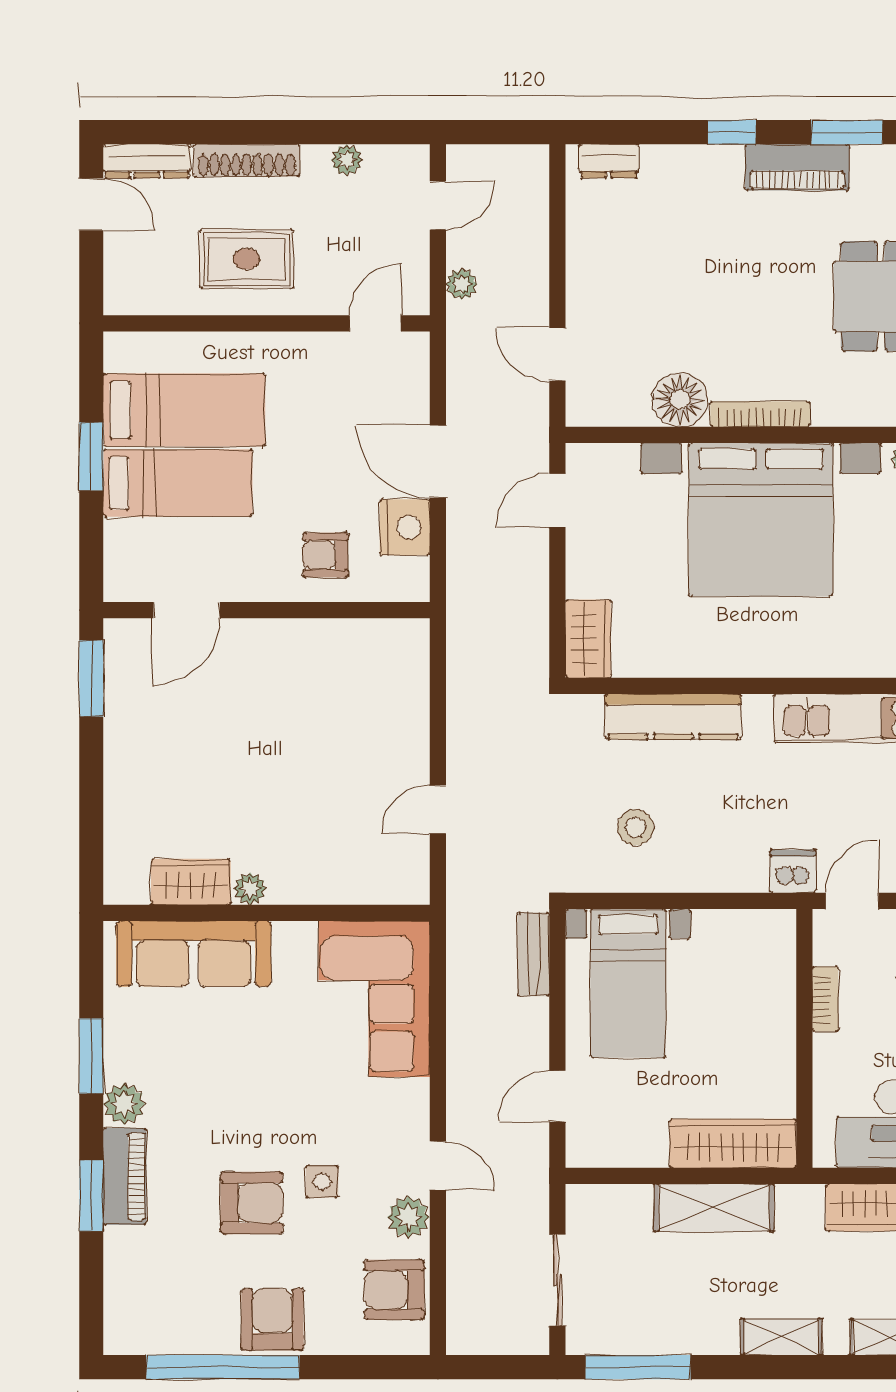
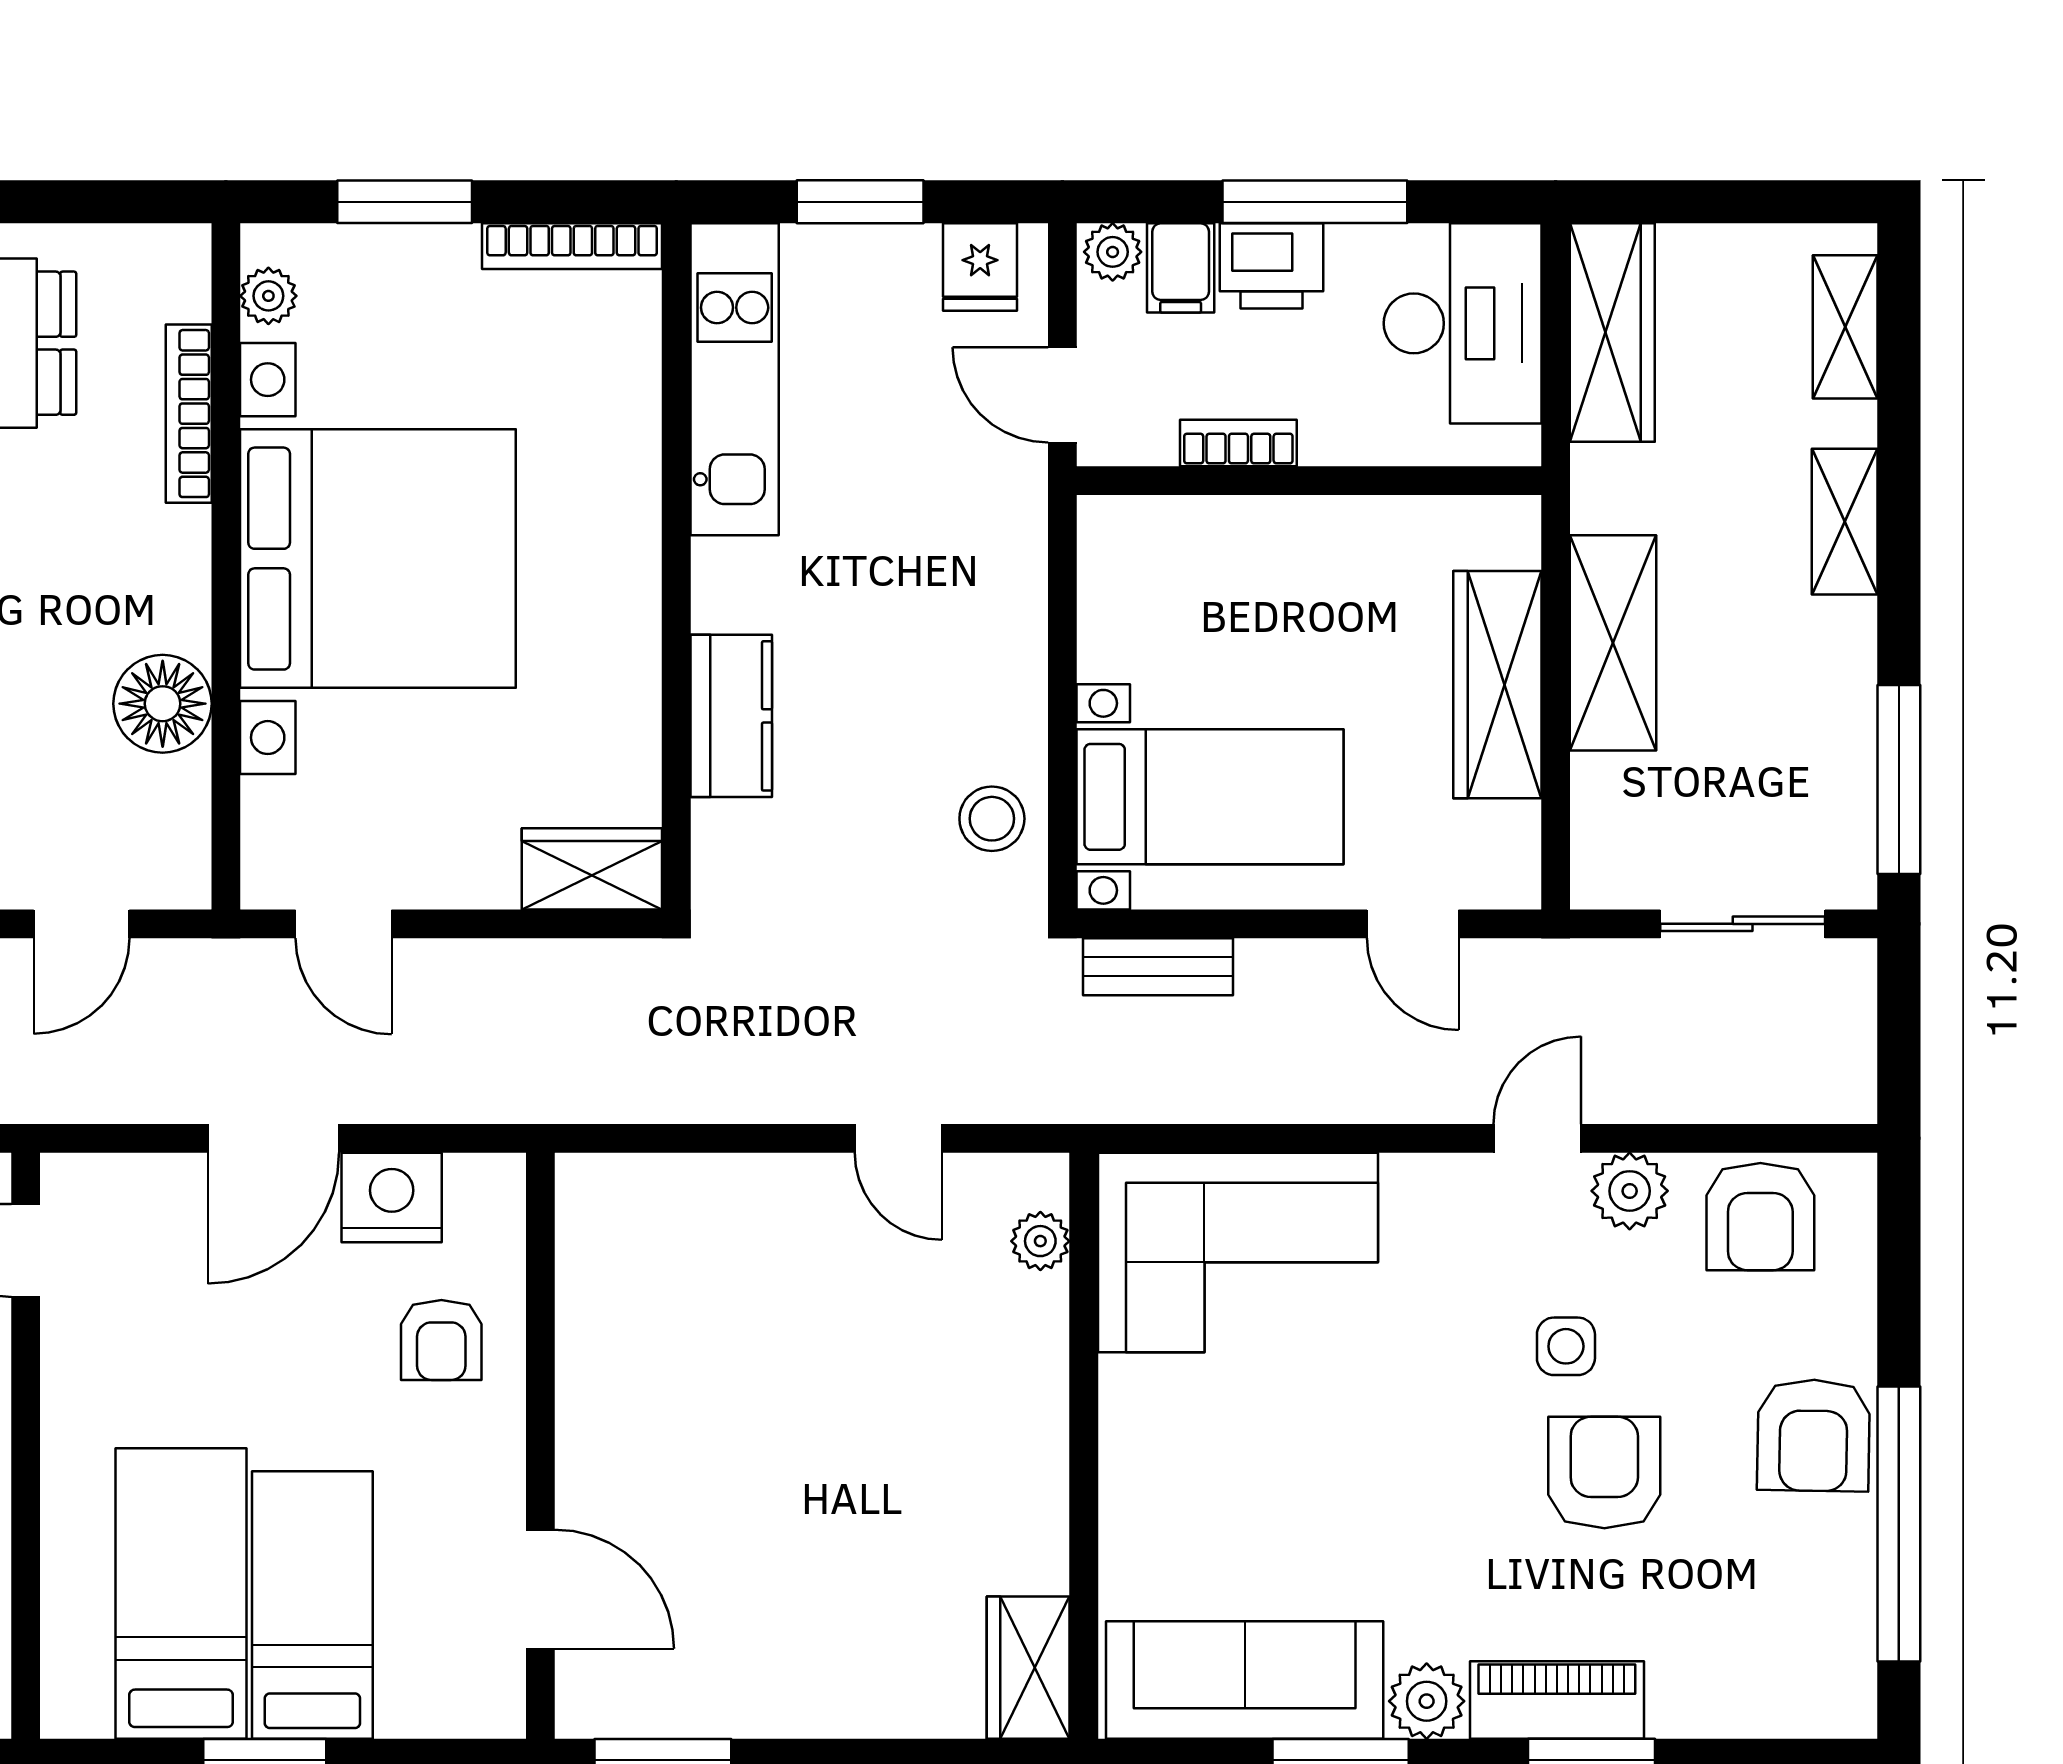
bookcase: (760, 414) -> (189, 414), moved
kitchen counter: (673, 716) -> (731, 716), width x0.67
stool: (636, 827) -> (992, 819), moved
dishwasher: (793, 871) -> (1009, 501), removed
wardrobe: (191, 882) -> (1028, 1668), moved
plant: (250, 889) -> (1040, 1241), moved
sofa: (194, 954) -> (1245, 1680), moved, turned -90
wardrobe: (733, 1143) -> (1497, 685), moved
armchair: (272, 1319) -> (1813, 1435), turned -89

